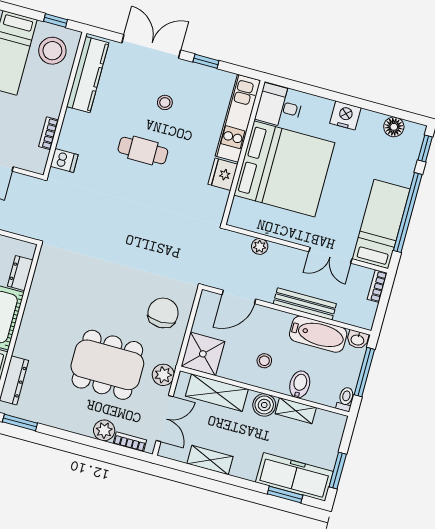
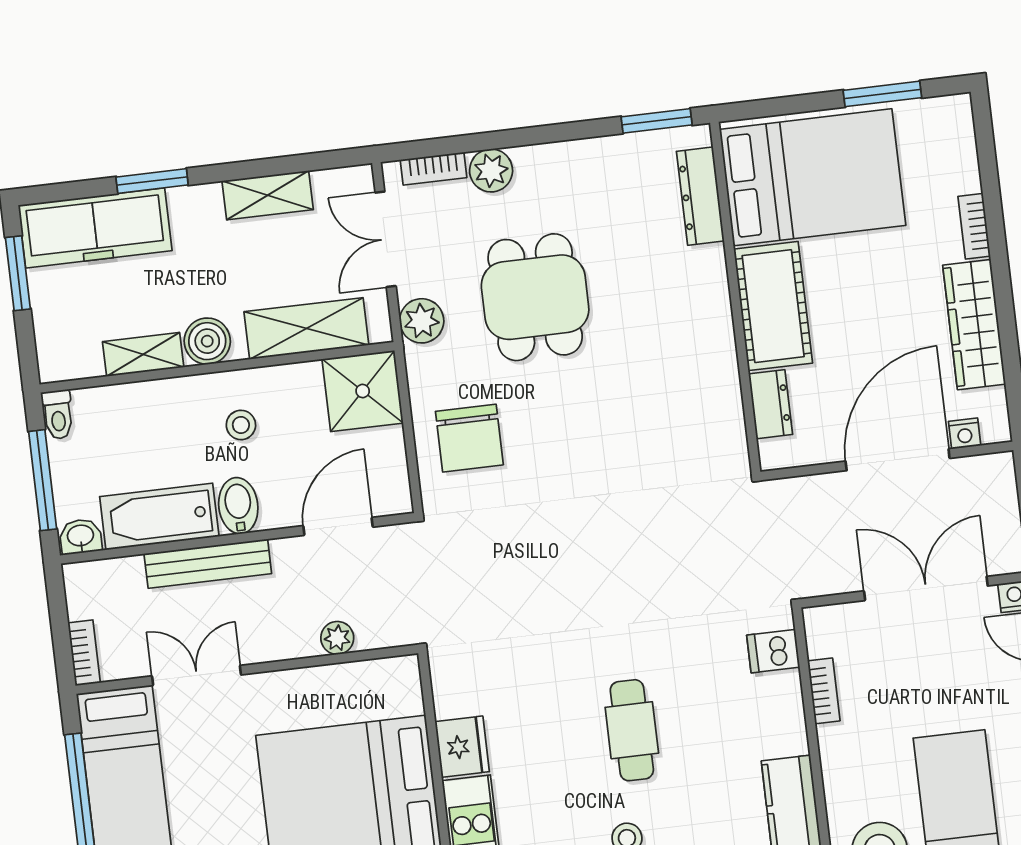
cafe table: (143, 151) -> (632, 730), turned 90
dining table: (107, 365) -> (535, 297), width x0.73
bidet: (300, 384) -> (238, 506), moved, turned 180
window: (285, 495) -> (152, 181), moved

